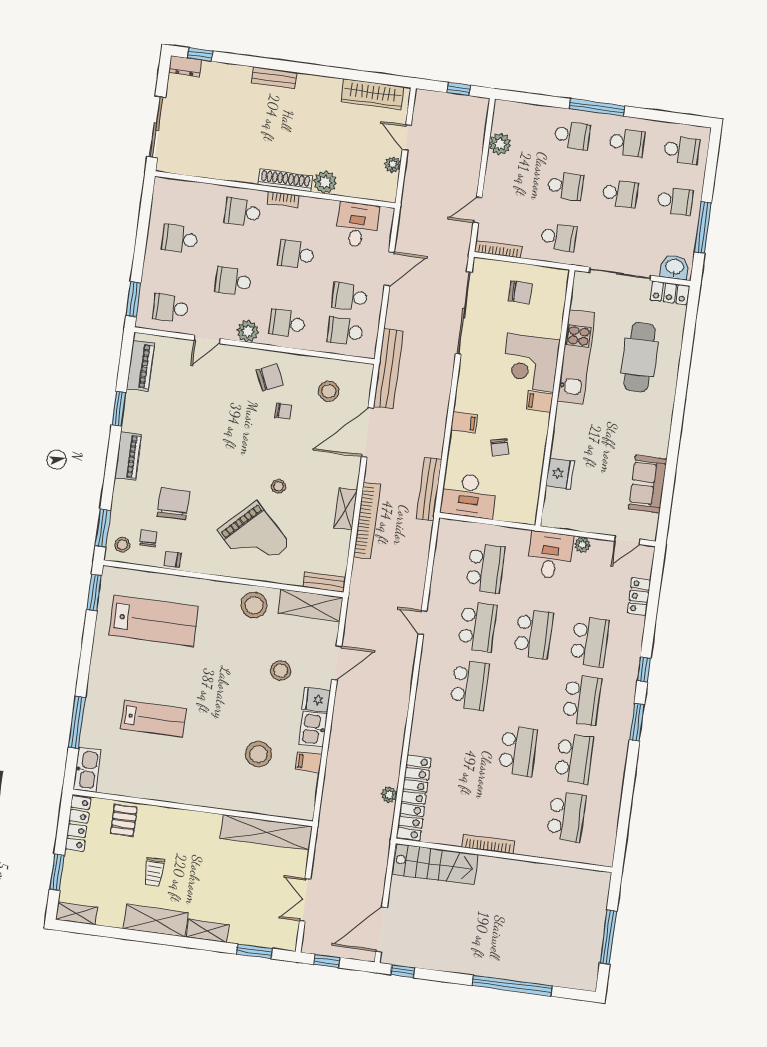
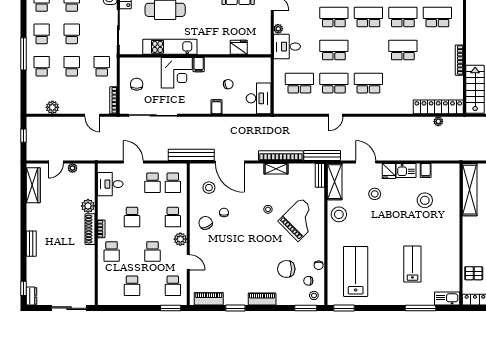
bench: (429, 489) -> (322, 155), moved

